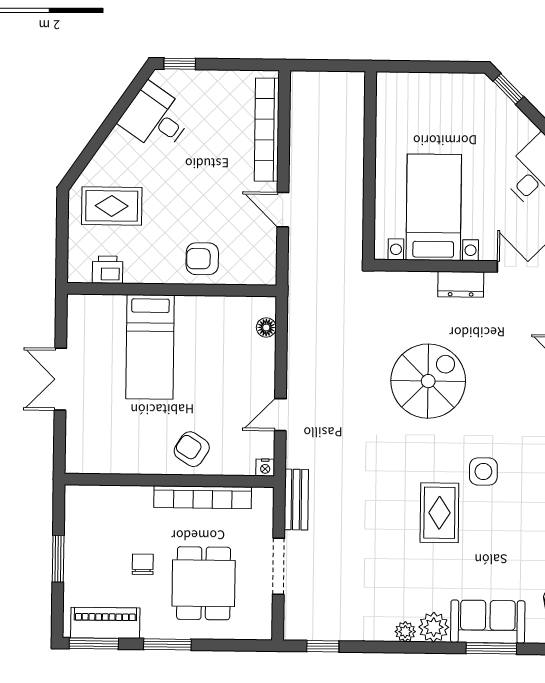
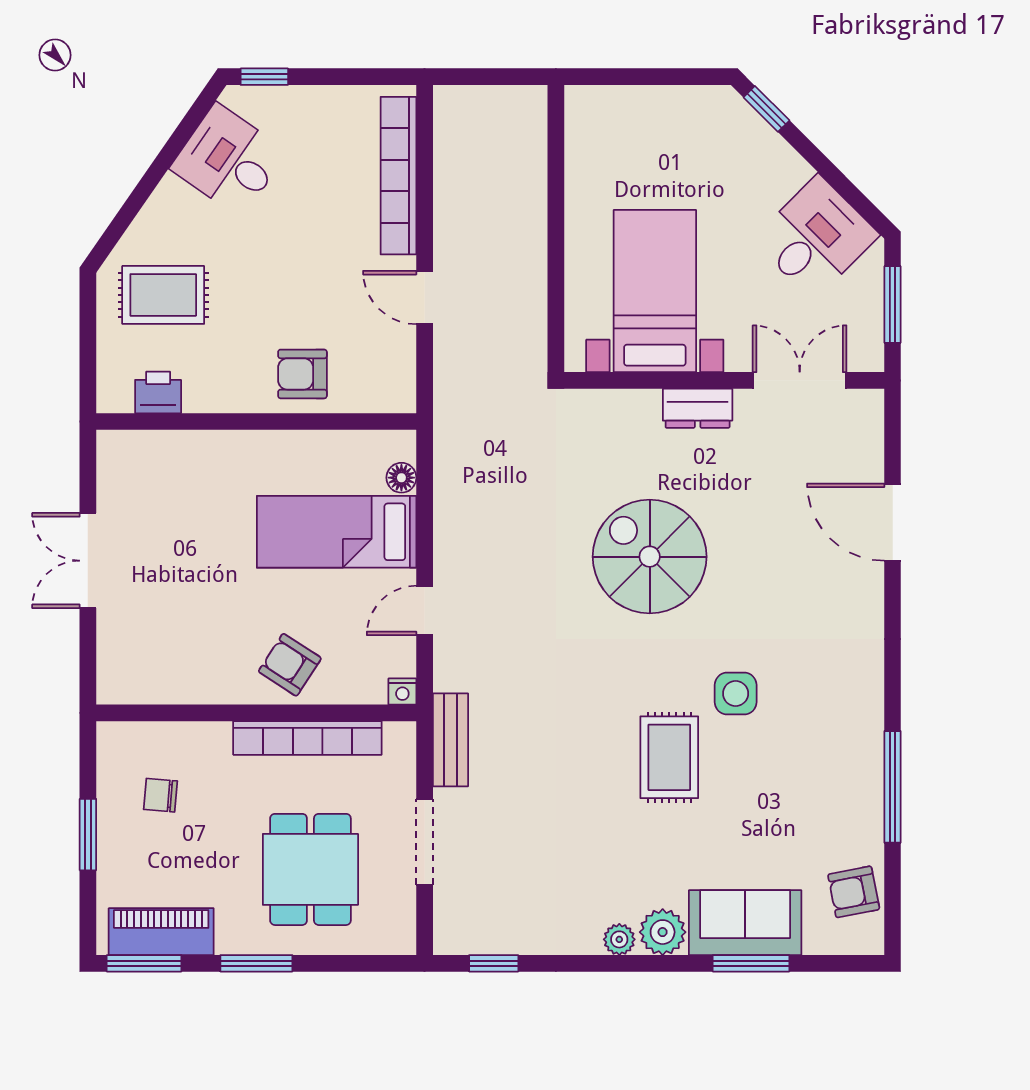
bed: (150, 347) -> (337, 532), moved, turned 90
spiral stairs: (428, 381) -> (650, 557), turned -90
chair: (143, 564) -> (161, 795), moved, turned -85

